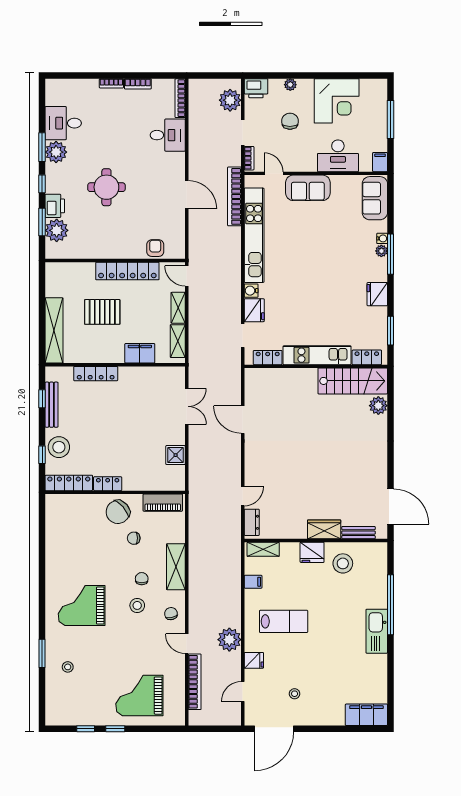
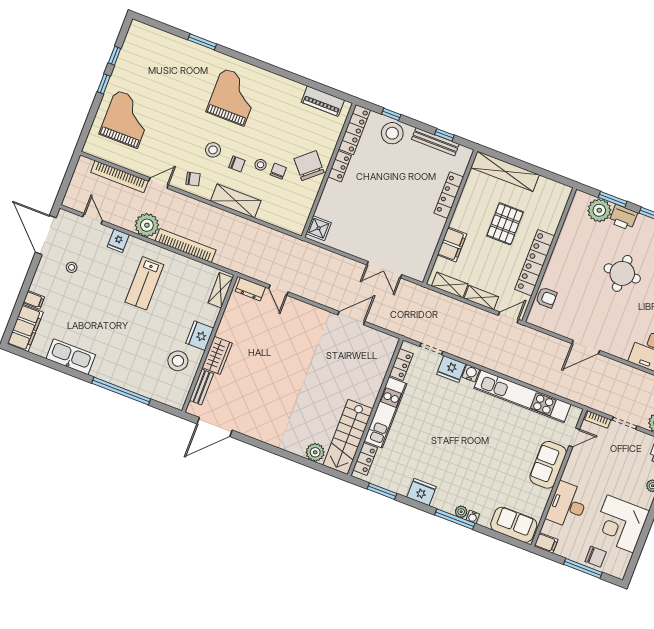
chair: (290, 121) -> (596, 557), moved
bookcase: (234, 196) -> (186, 246), moved
shower: (176, 455) -> (319, 228), moved
piano: (163, 503) -> (323, 101), moved, turned -90
filing cabinet: (253, 582) -> (34, 300), moved, turned -90
kitchen sink: (377, 631) -> (71, 357), moved
stool: (68, 667) -> (261, 165), moved

